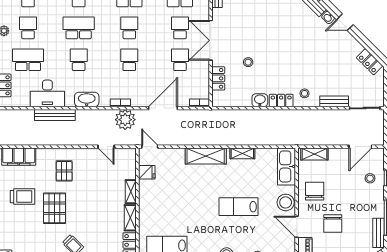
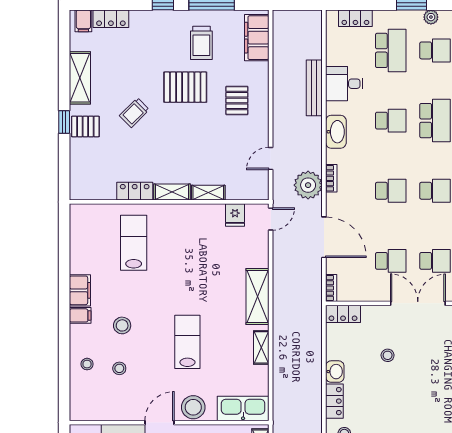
locker: (218, 78) -> (343, 314), moved
desk: (47, 93) -> (344, 84), width x0.73
pallet: (64, 171) -> (237, 100), turned 90

